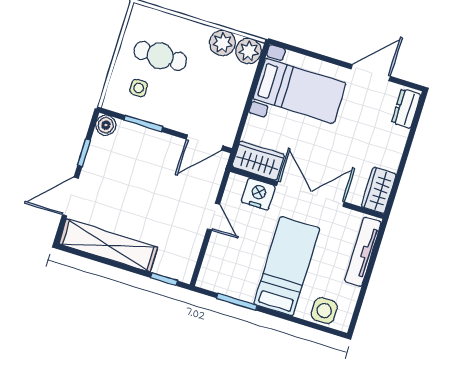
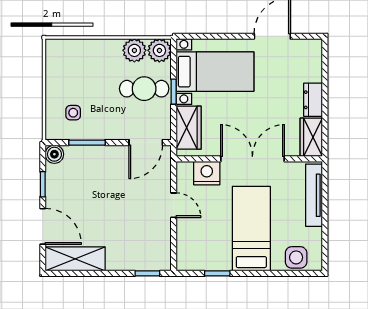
cafe table: (160, 56) -> (144, 89), moved
window: (250, 98) -> (174, 92), added
dresser: (406, 109) -> (313, 100), moved
wardrobe: (258, 161) -> (189, 128), moved, turned 90
door: (70, 197) -> (43, 226), swing flipped
shelving: (108, 245) -> (75, 259), width x0.68
window: (237, 302) -> (217, 273), width x0.67

